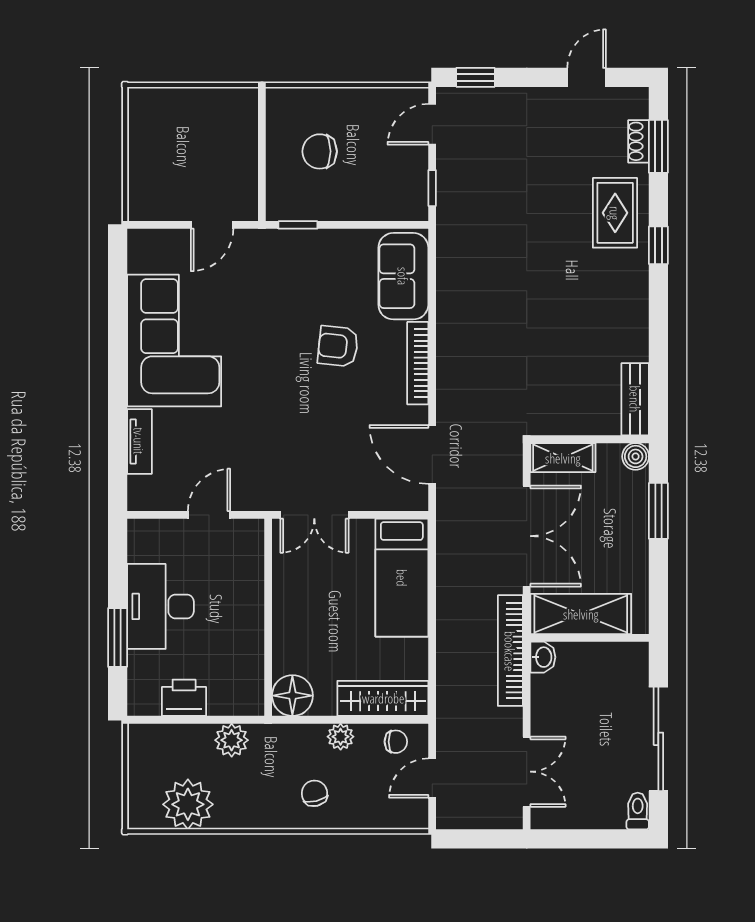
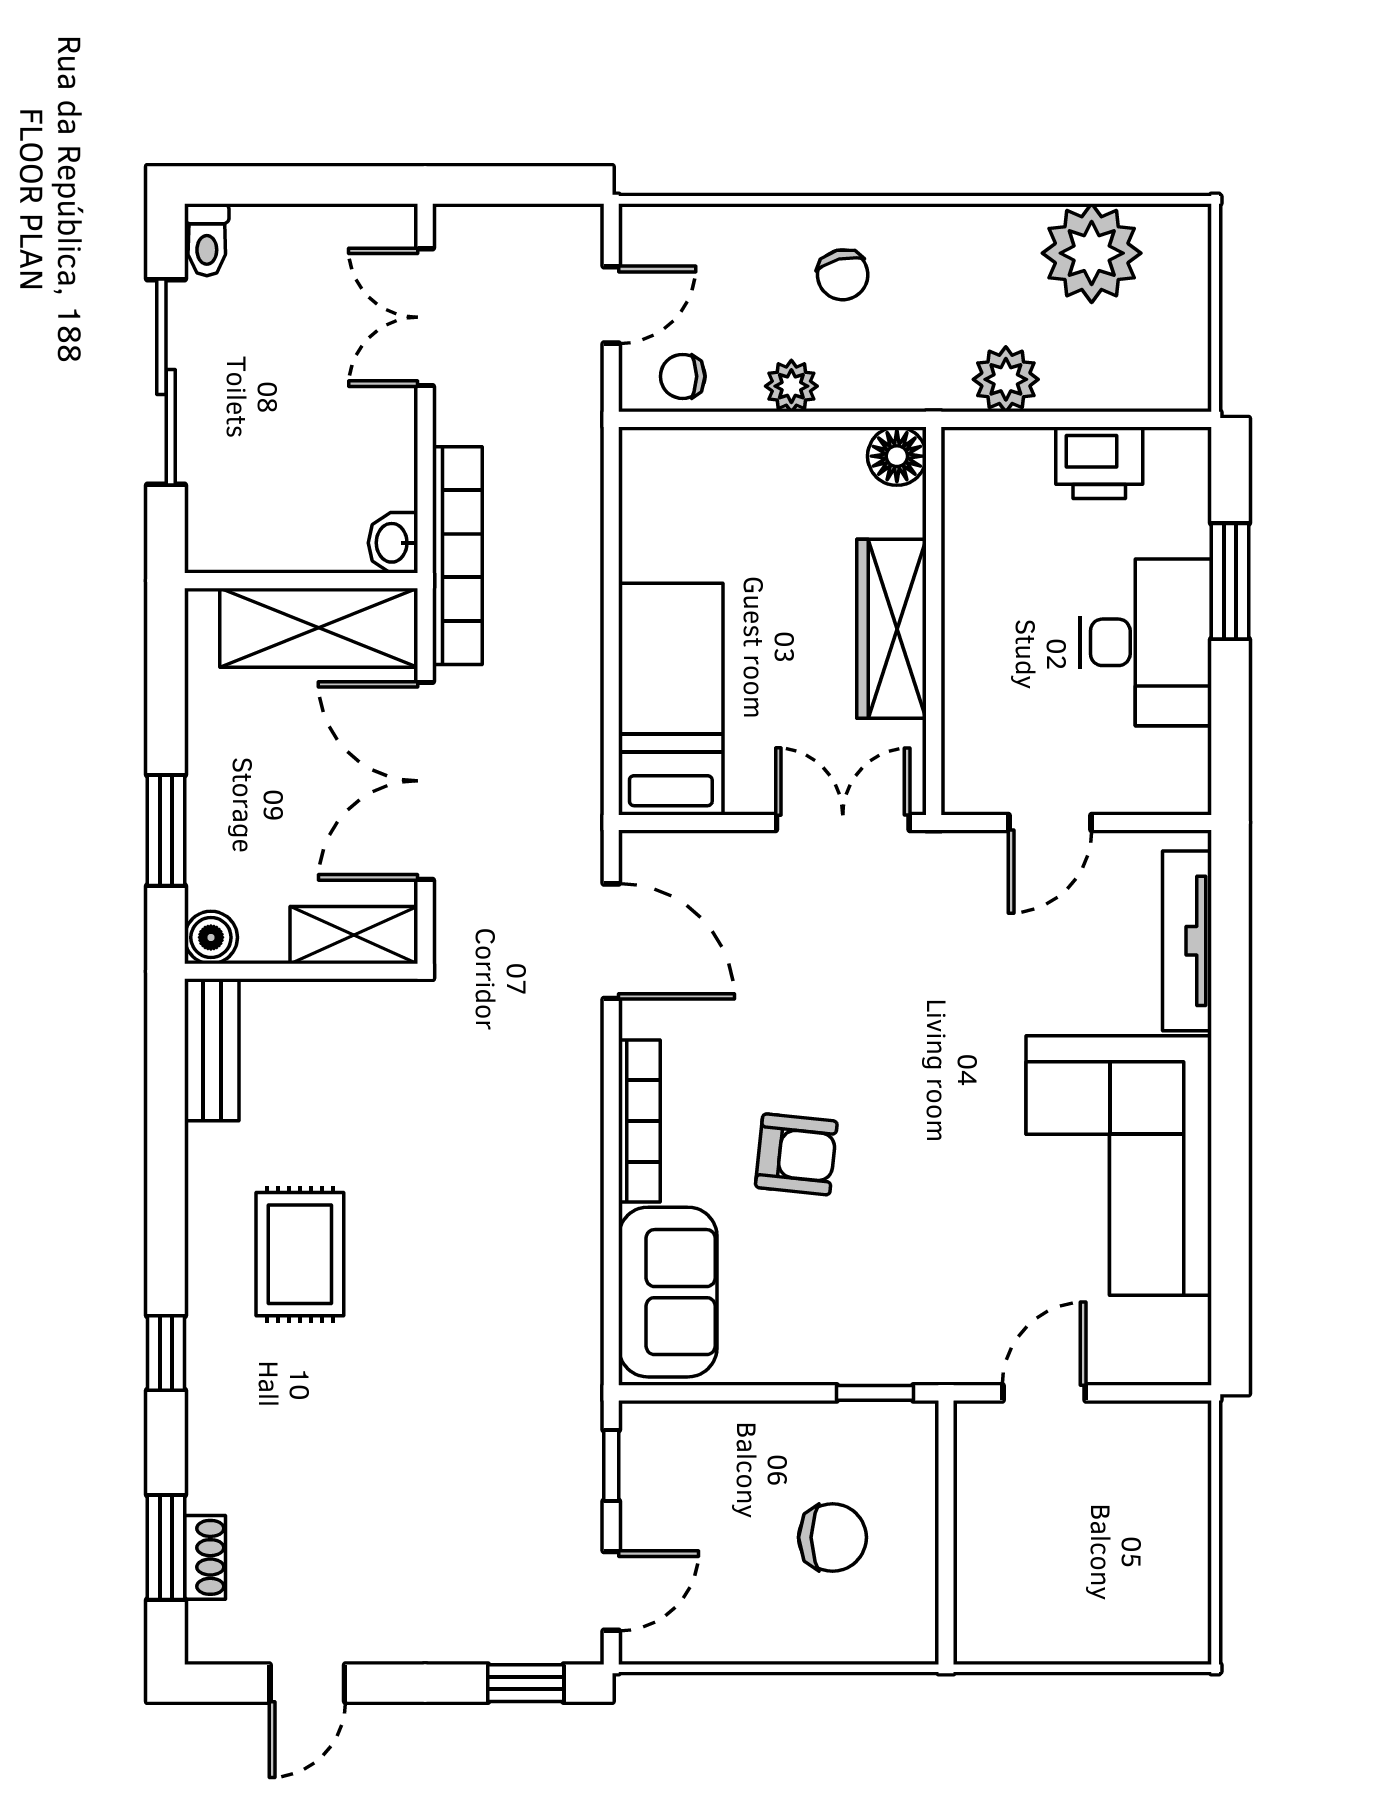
rug: (615, 213) -> (300, 1254), moved
tv unit: (139, 441) -> (1187, 941), width x1.41
floor lamp: (292, 696) -> (897, 456), width x0.73, depth x0.73
wardrobe: (383, 698) -> (892, 629), moved, turned 90

